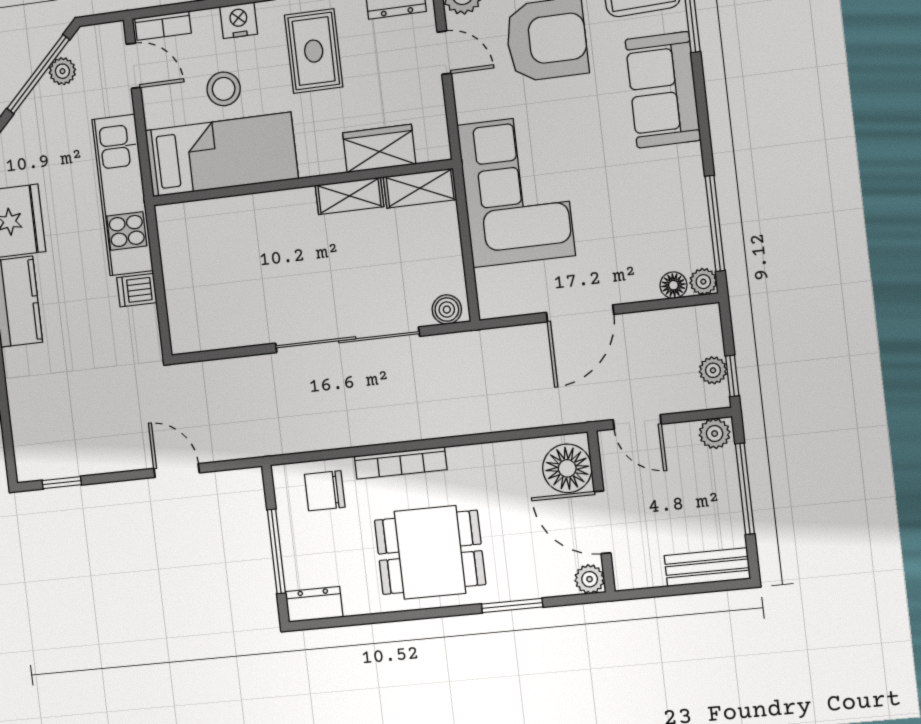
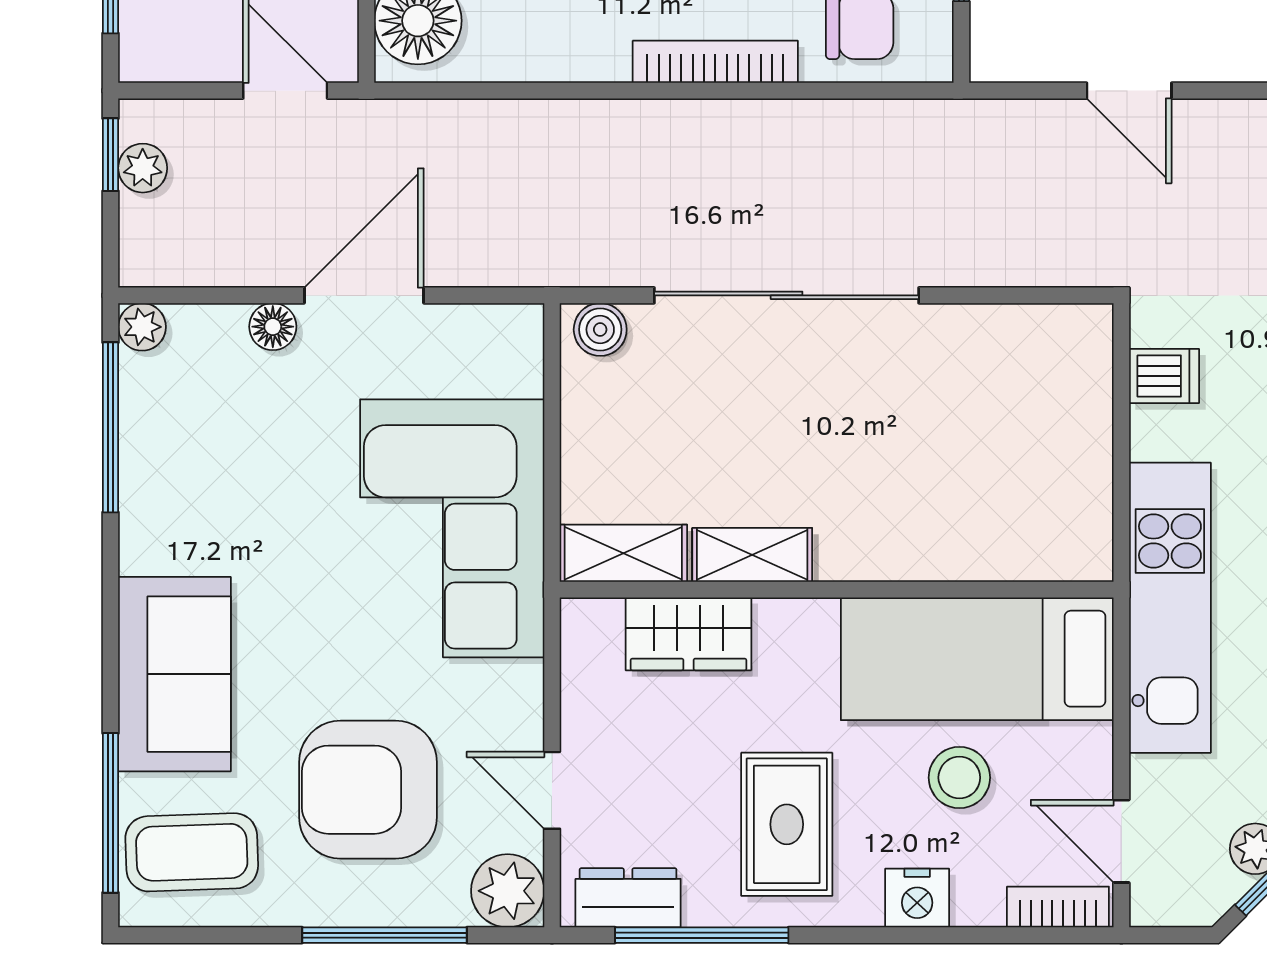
floor lamp: (673, 285) -> (273, 327), moved
dishwasher: (137, 290) -> (1164, 376), moved
plant: (715, 434) -> (152, 56), removed

